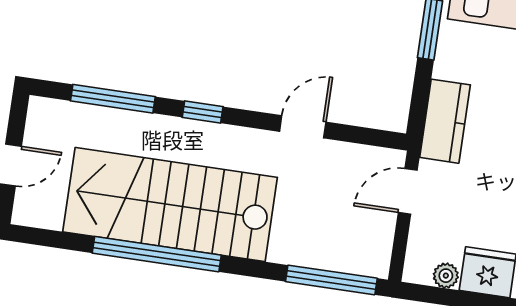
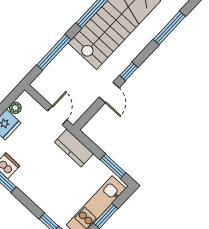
window: (203, 112) -> (129, 71), moved
window: (331, 280) -> (54, 52), moved

